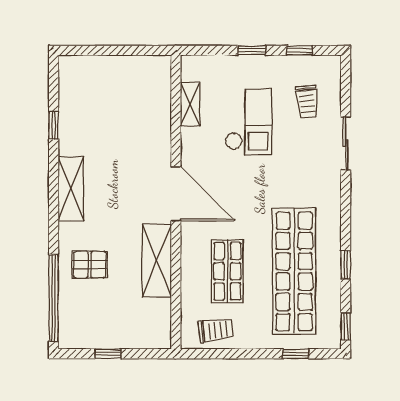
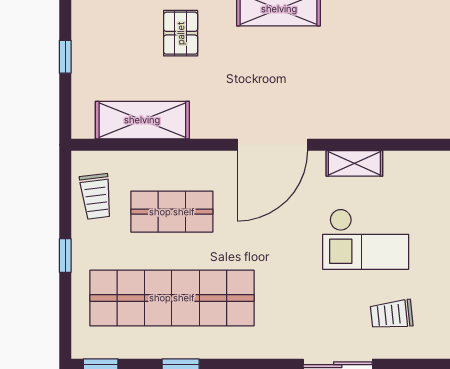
shelving: (190, 104) -> (354, 163), moved
shelving: (157, 261) -> (142, 120), moved
window: (296, 354) -> (65, 256), moved

